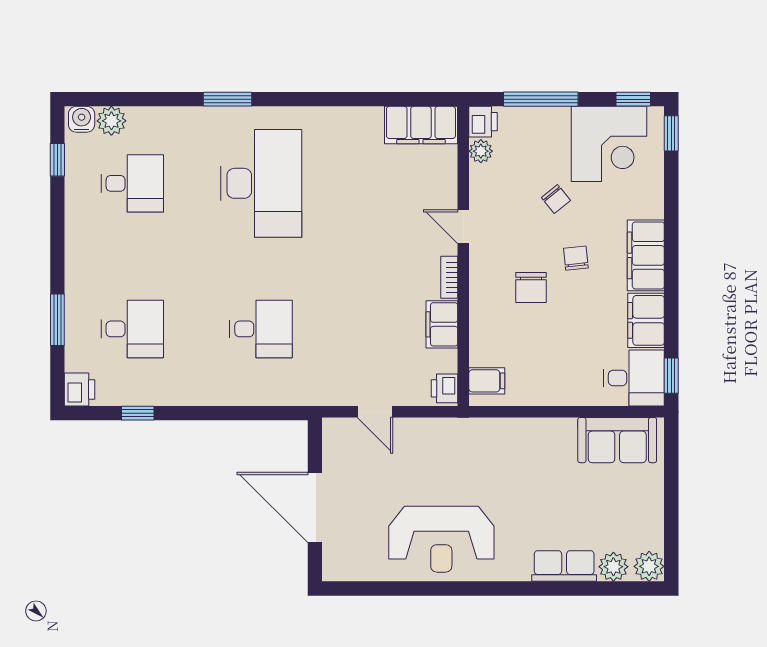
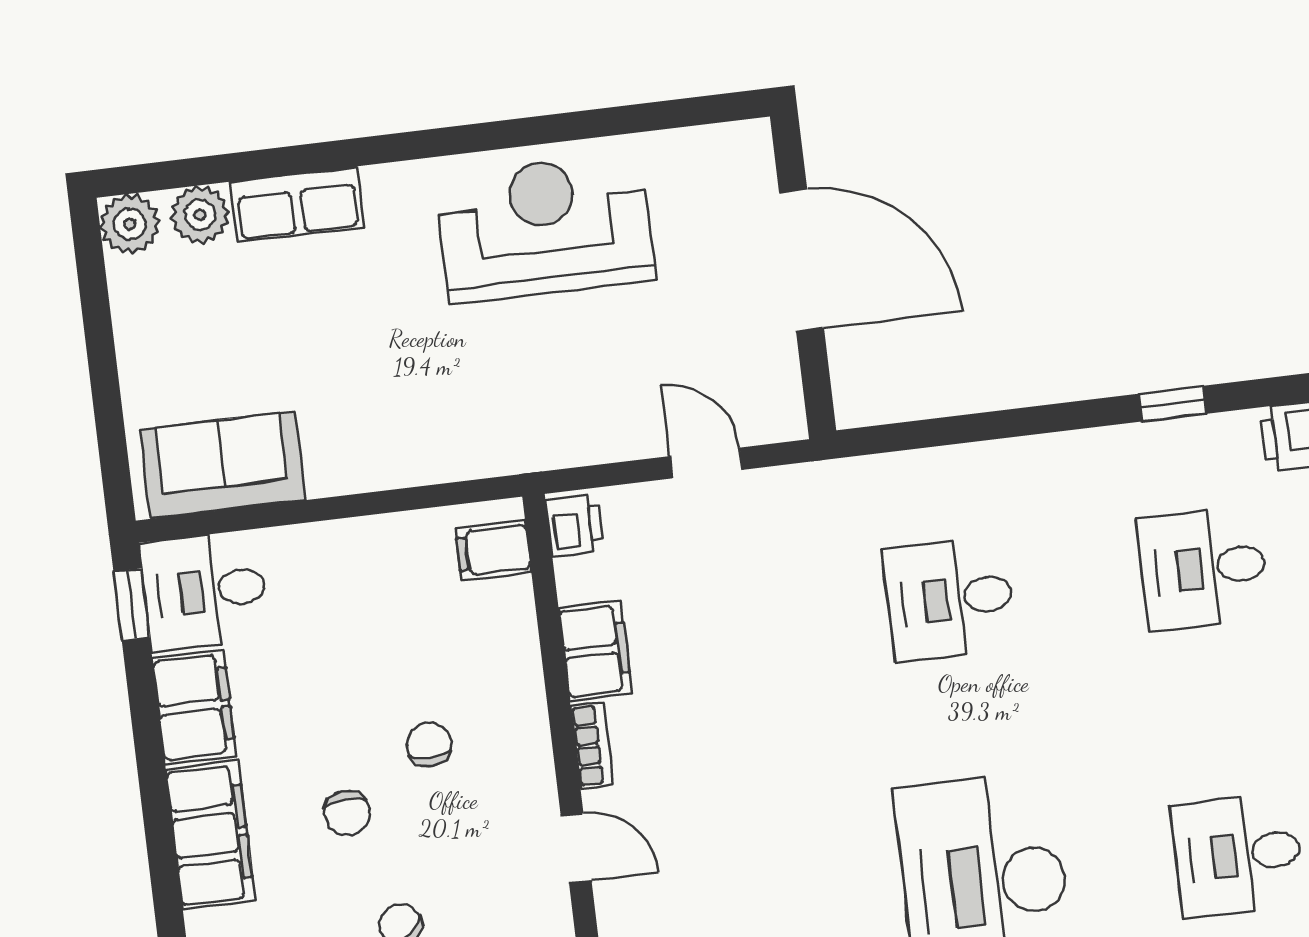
chair: (531, 288) -> (429, 744), width x0.73, depth x0.73

